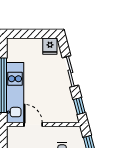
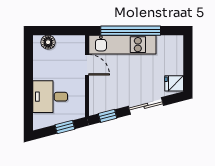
door: (33, 125) -> (87, 65), hinge flipped

